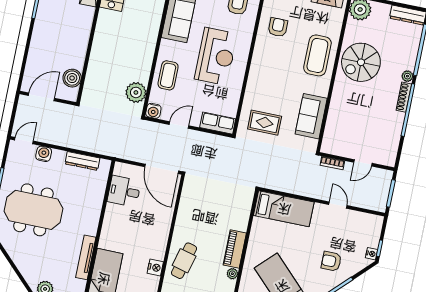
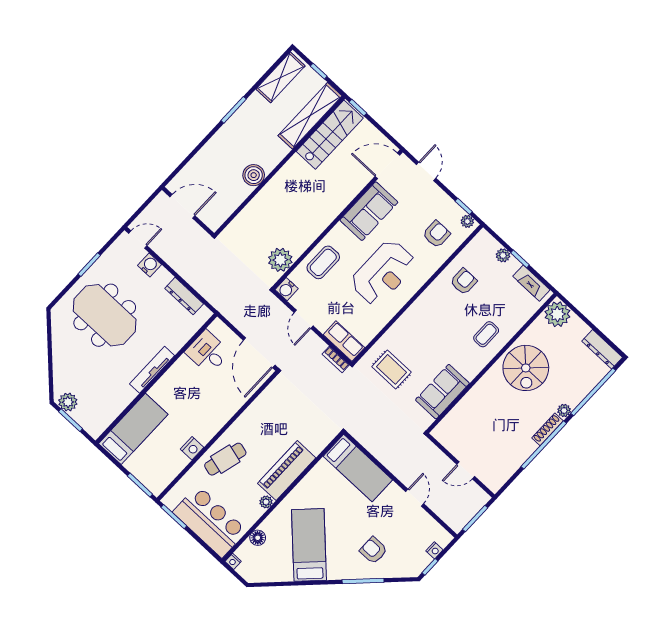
coffee table: (317, 55) -> (486, 334), width x0.54, depth x0.58
spiral stairs: (361, 62) -> (526, 368), turned -90
boiler: (72, 78) -> (254, 175), moved
door: (179, 125) -> (304, 319), swing flipped
bookcase: (332, 163) -> (336, 359), moved
piano: (235, 249) -> (287, 471), width x1.37, depth x1.33
nightstand: (371, 254) -> (434, 550), moved
tv unit: (86, 257) -> (152, 370), moved

